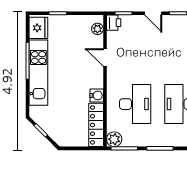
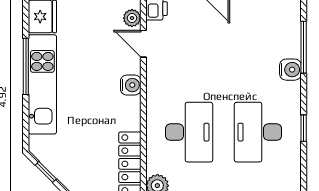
door: (105, 57) -> (143, 44), moved
water cooler: (97, 95) -> (131, 85), moved

